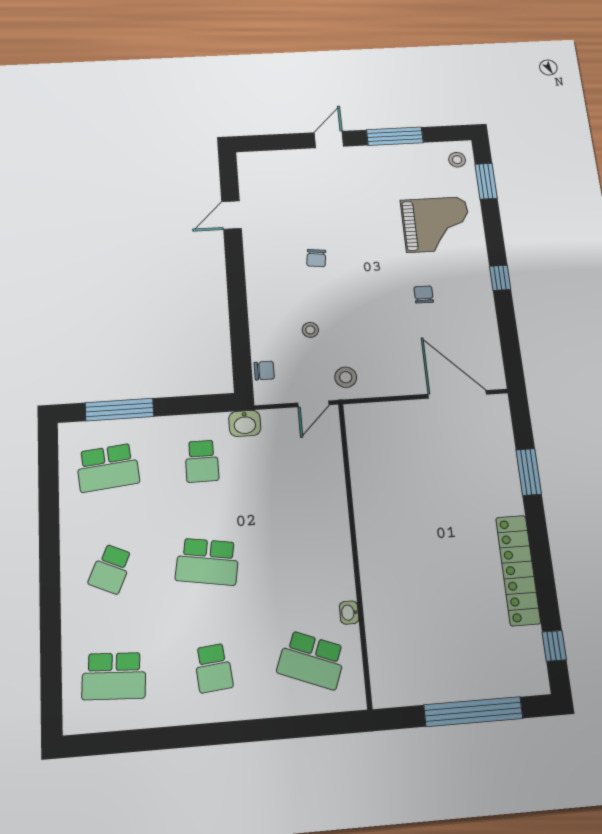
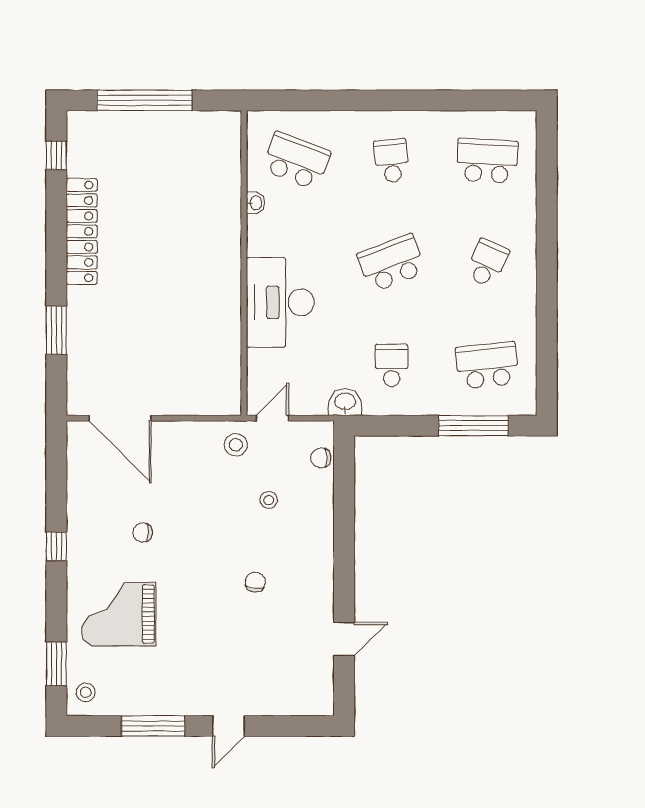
chair: (424, 294) -> (143, 533), turned 90
desk: (315, 514) -> (280, 302), added
school desk: (207, 562) -> (392, 263), turned -30

